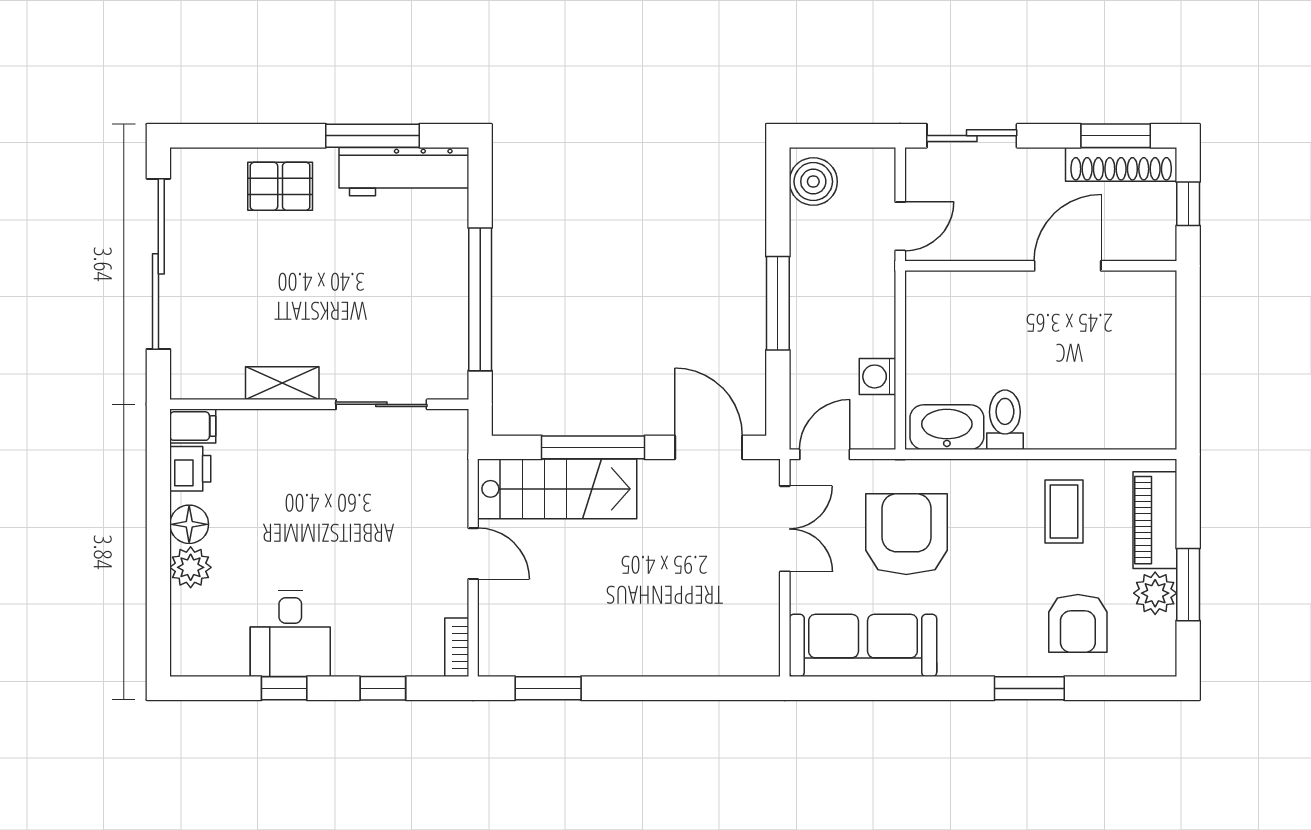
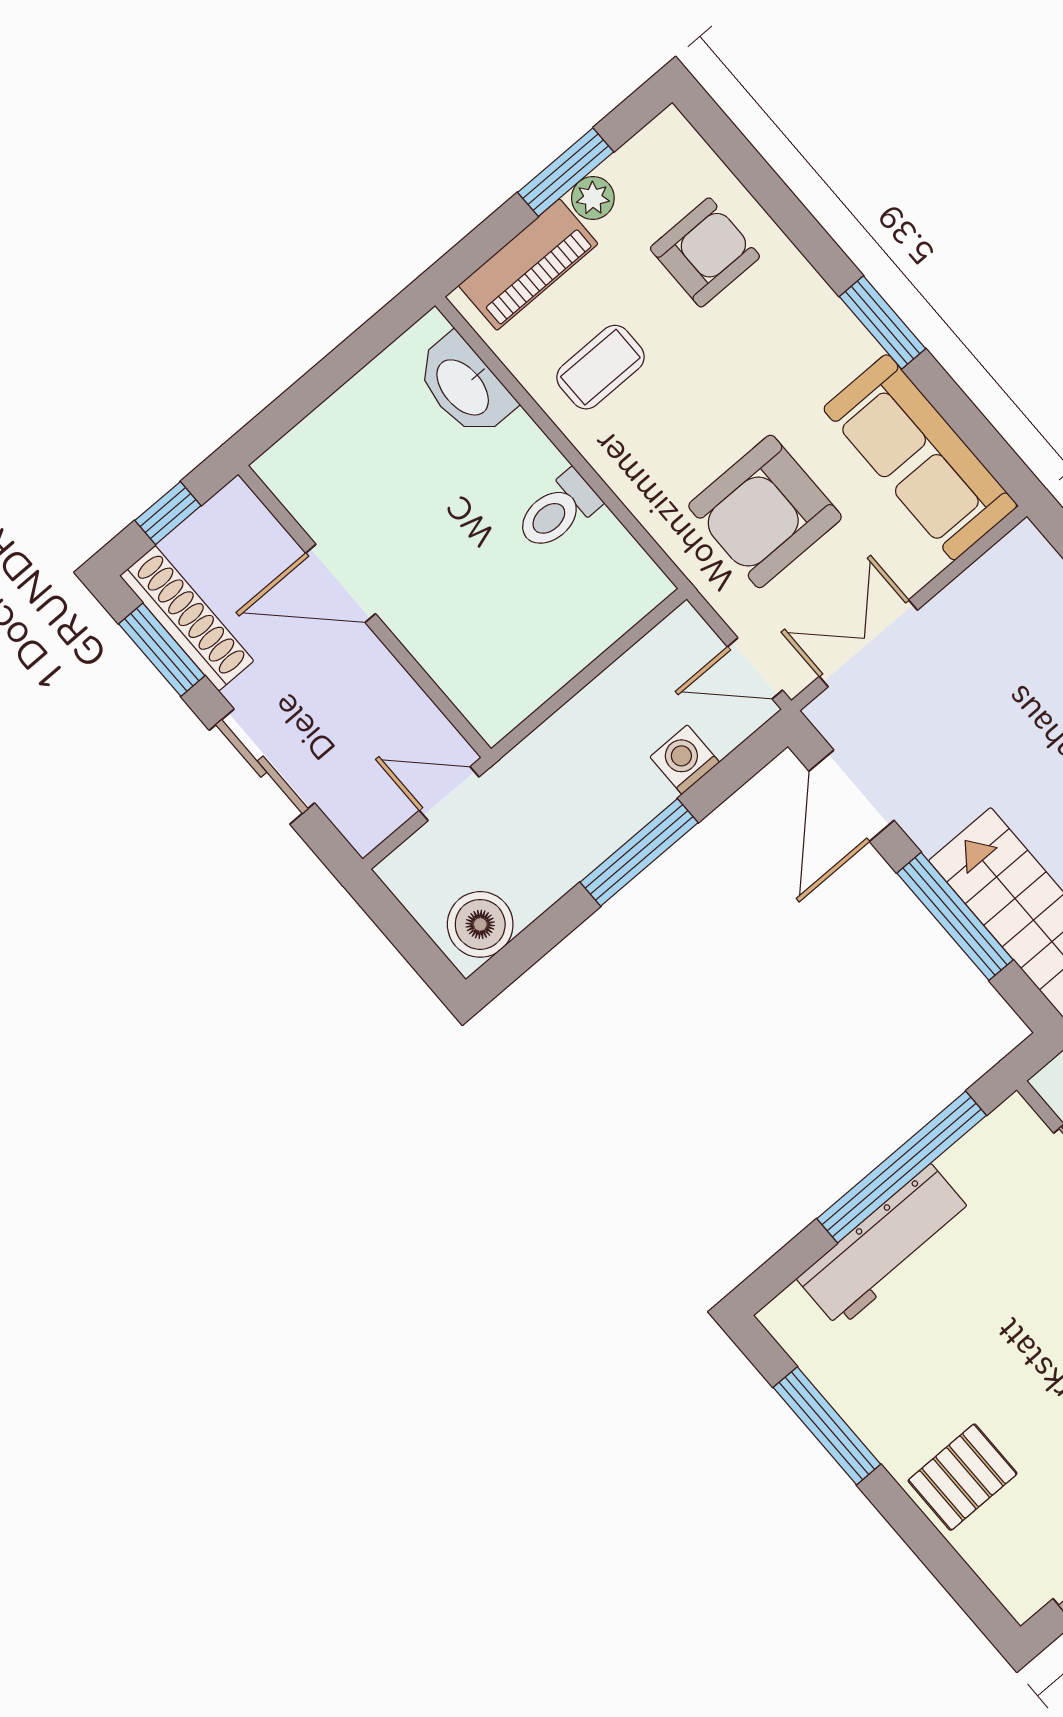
sliding door: (972, 136) -> (262, 767), moved
workbench: (404, 172) -> (885, 1246), moved, turned 90
pallet: (280, 186) -> (963, 1477), turned 90
washing machine: (877, 376) -> (685, 760), moved, turned 180
washbasin: (947, 427) -> (464, 386), moved
plant: (1155, 593) -> (593, 198), width x0.73, depth x0.73
window: (1029, 688) -> (882, 323), moved

